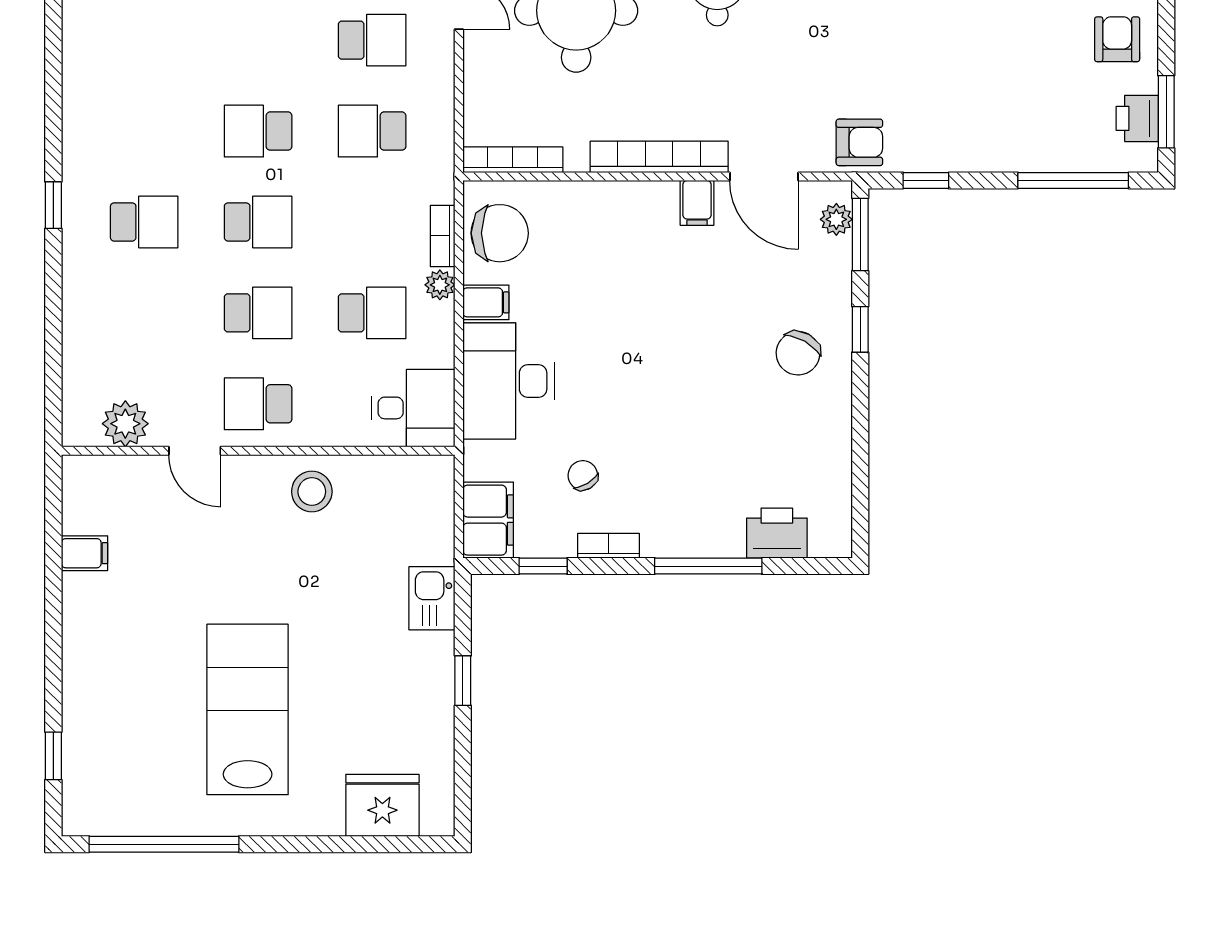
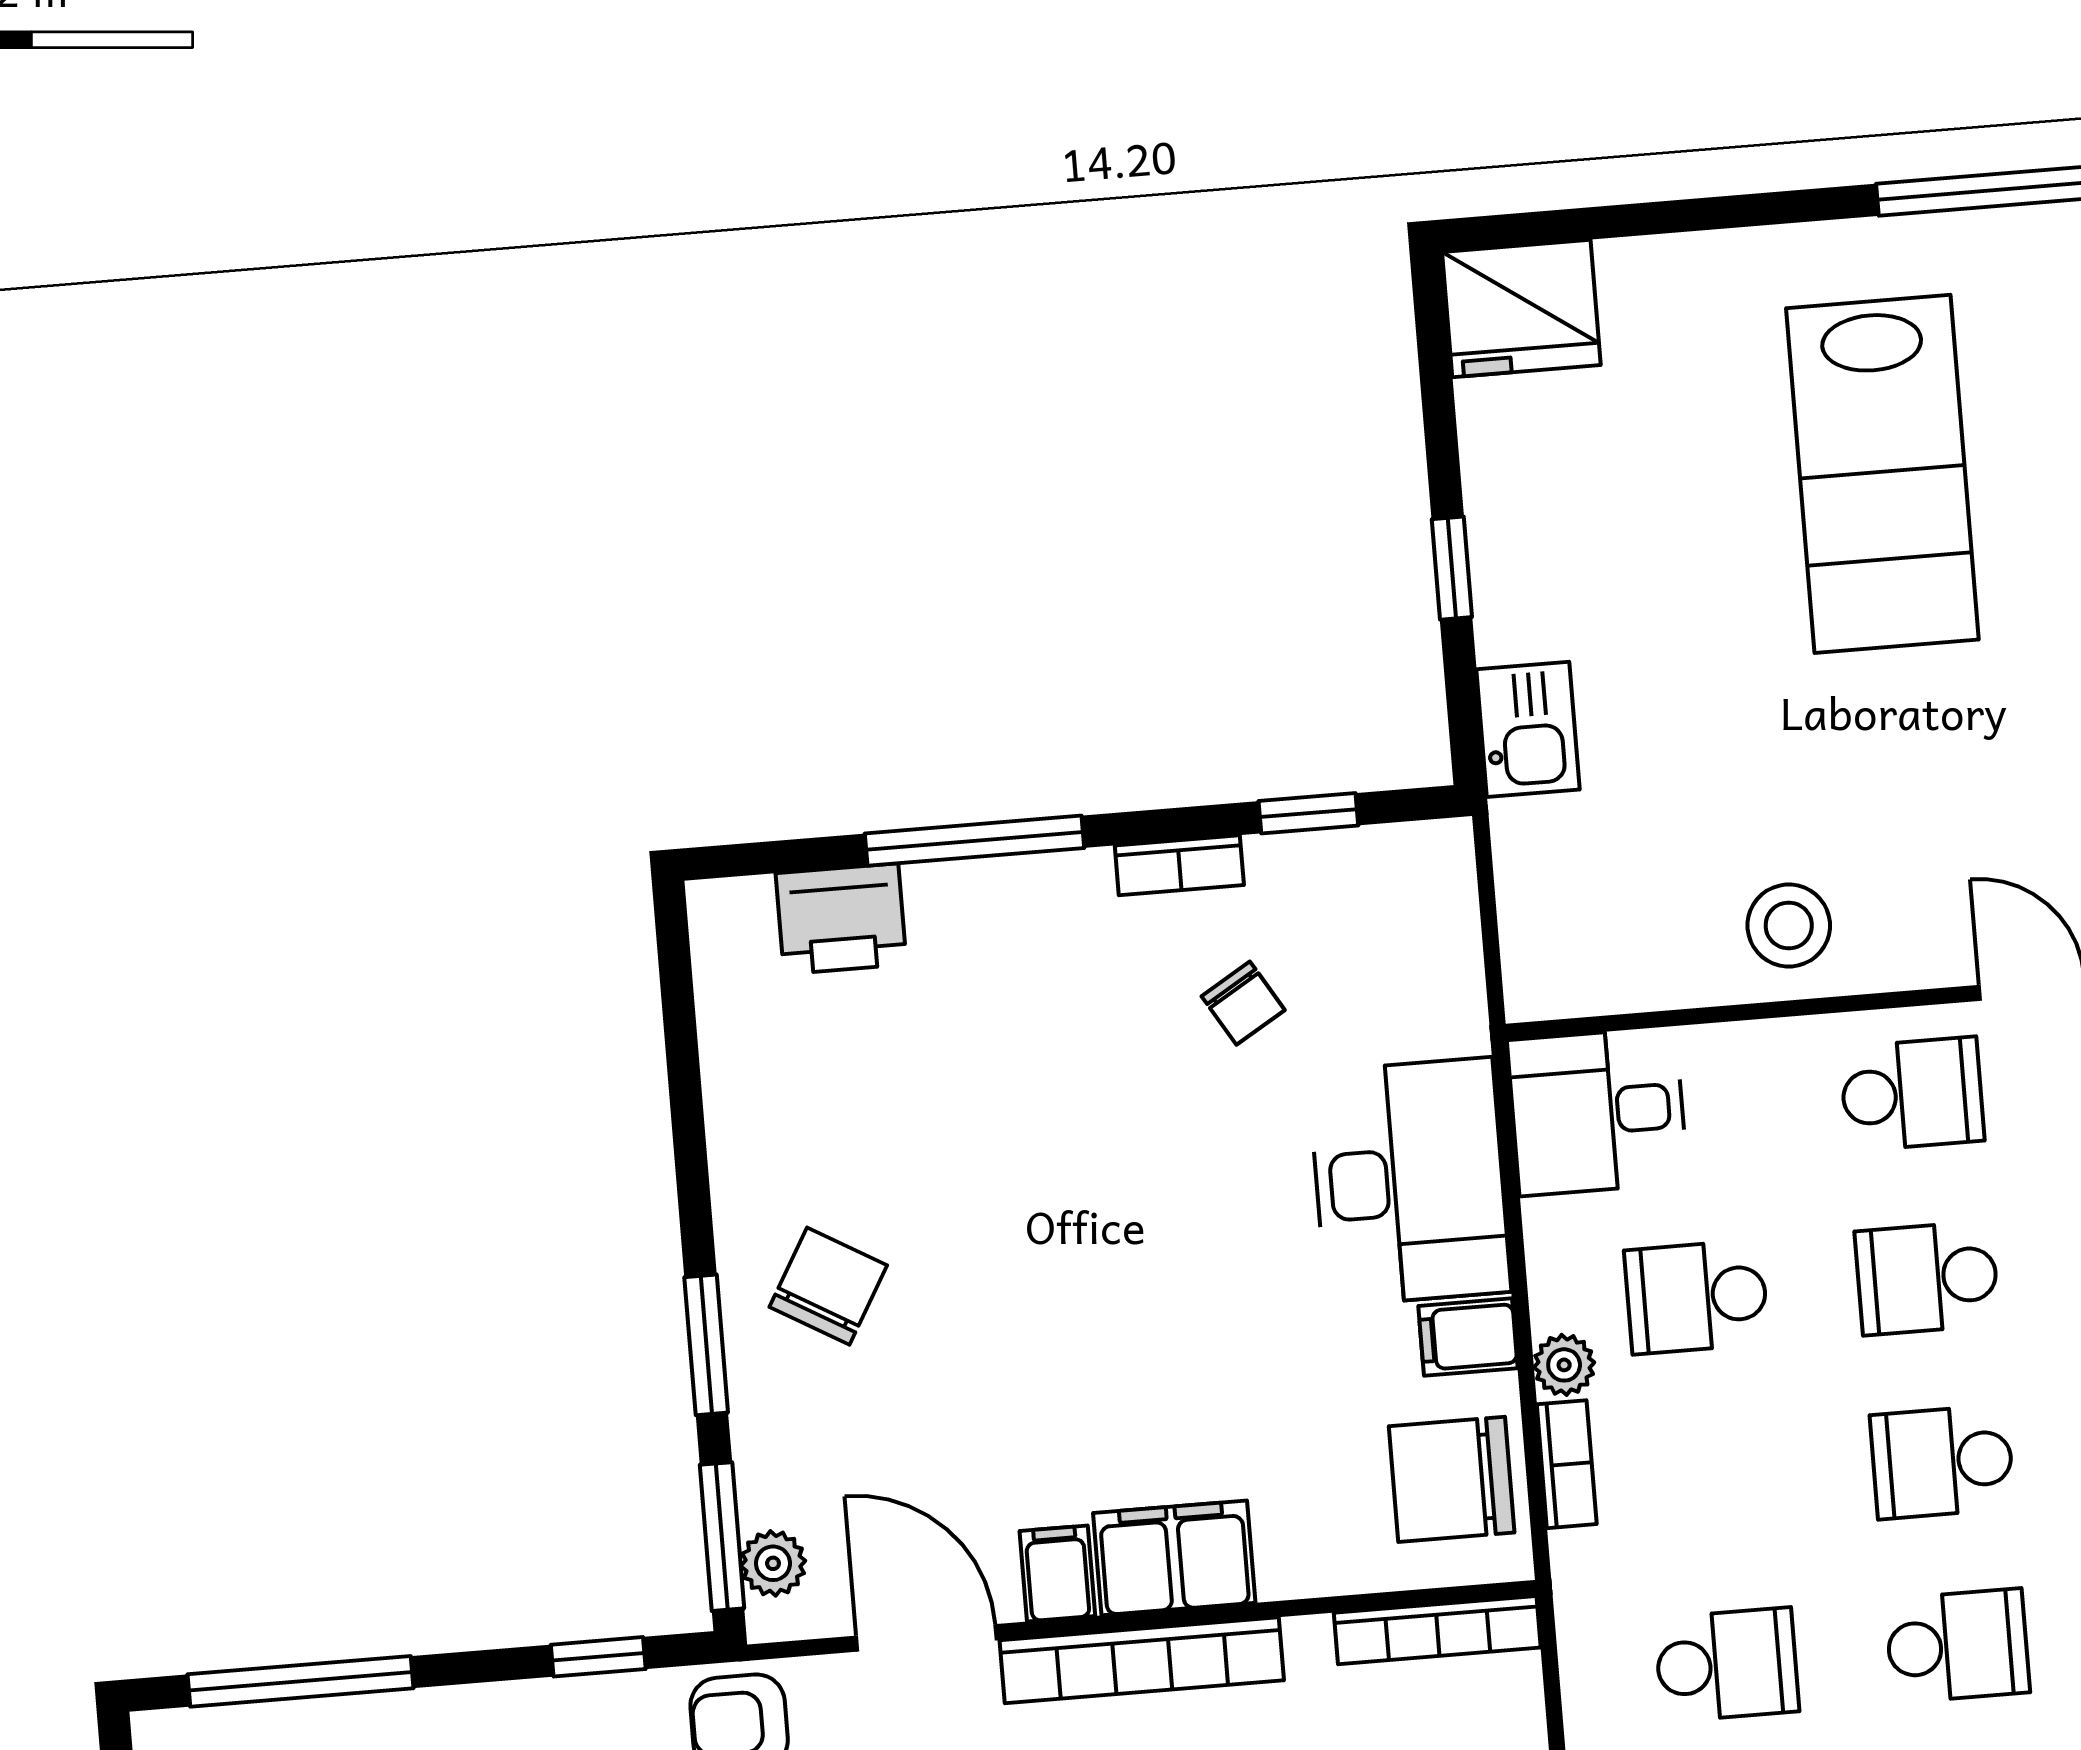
window: (860, 329) -> (706, 1345), width x1.50
filing cabinet: (488, 520) -> (1174, 1558), moved, turned 90
fridge: (382, 805) -> (1521, 308), moved

